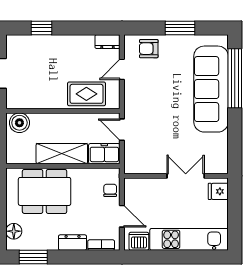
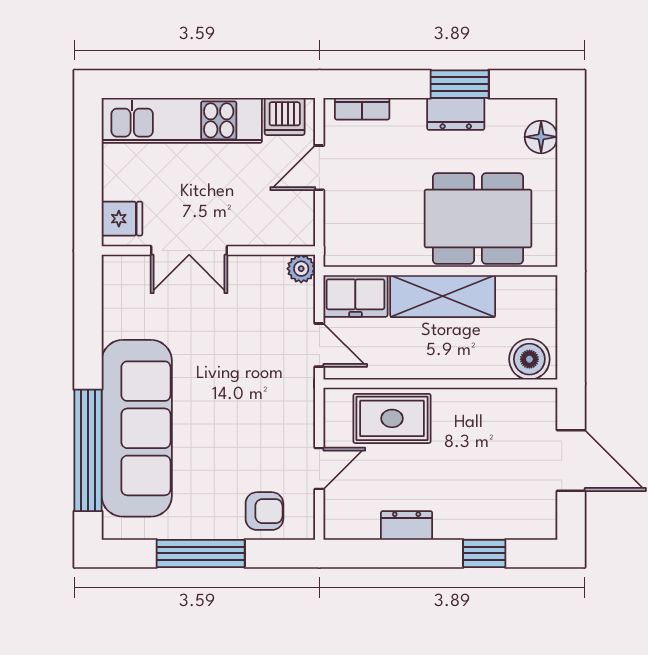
window: (180, 28) -> (201, 553), width x1.44
dresser: (107, 42) -> (407, 525), moved
plant: (131, 167) -> (301, 269), added
chair: (110, 190) -> (344, 221), removed
door: (122, 216) -> (319, 168), hinge flipped
dresser: (73, 243) -> (456, 114), moved
window: (33, 257) -> (460, 84), moved

